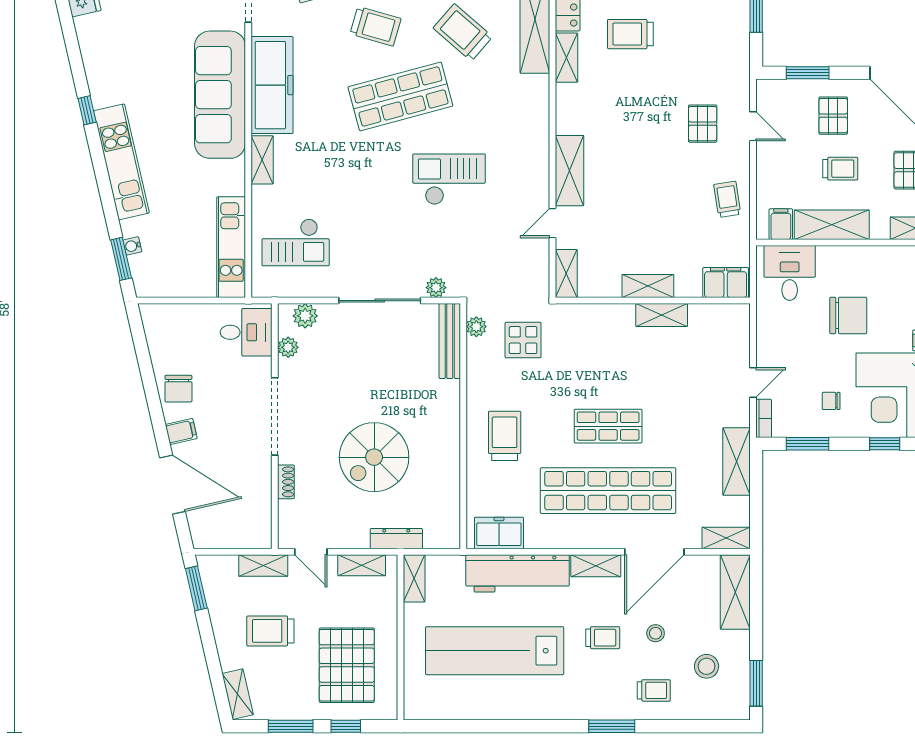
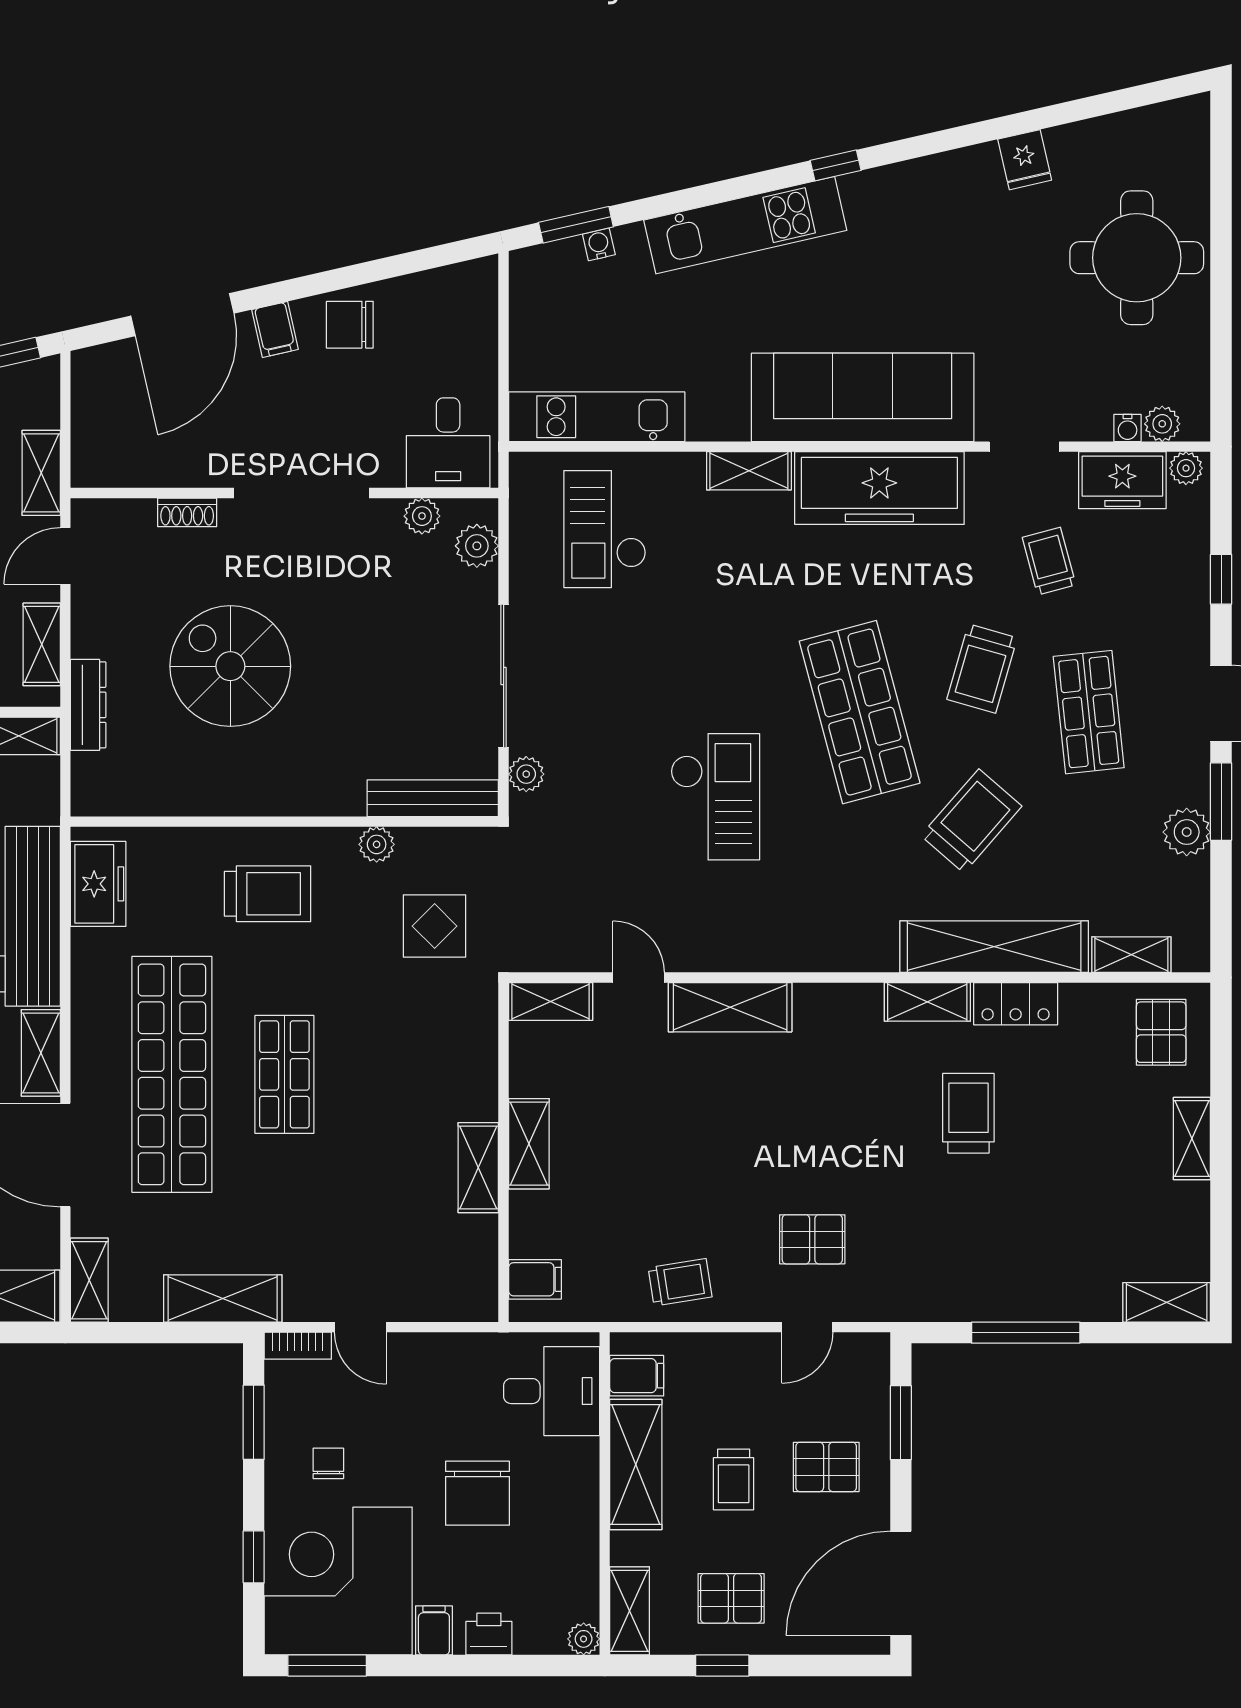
filing cabinet: (726, 282) -> (535, 1279), width x0.50
plant: (476, 327) -> (377, 844), moved

